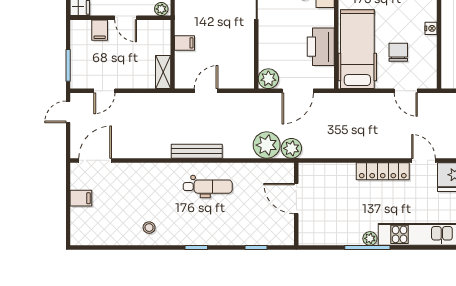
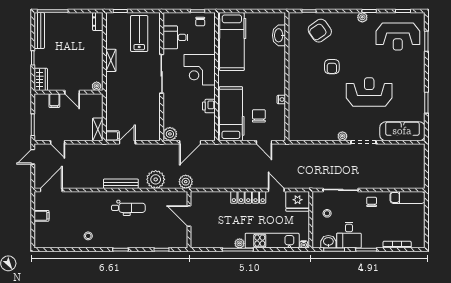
filing cabinet: (185, 43) -> (113, 136), moved
printer: (321, 47) -> (209, 106), width x0.53, depth x0.68
door: (104, 91) -> (58, 142), hinge flipped
plant: (267, 145) -> (156, 179), moved

